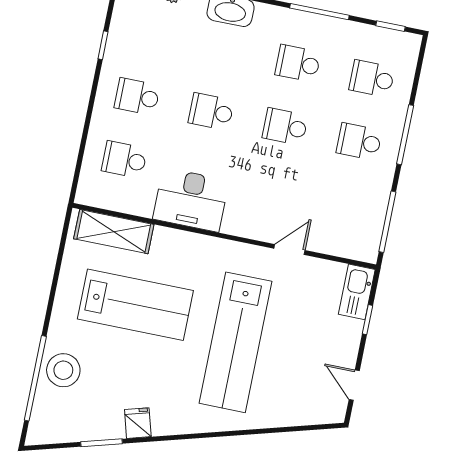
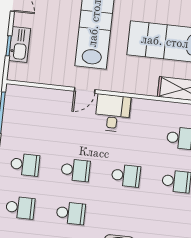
desk: (191, 200) -> (113, 113), moved, width x0.73
door: (289, 249) -> (85, 90), moved
kitchen sink: (357, 292) -> (20, 44), moved

